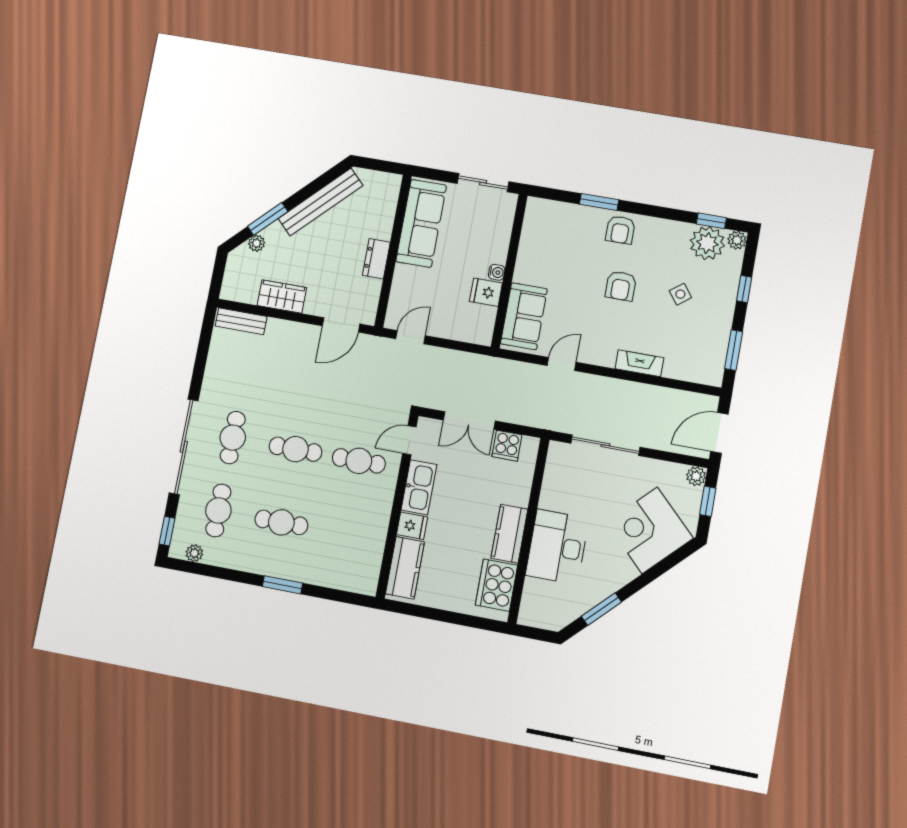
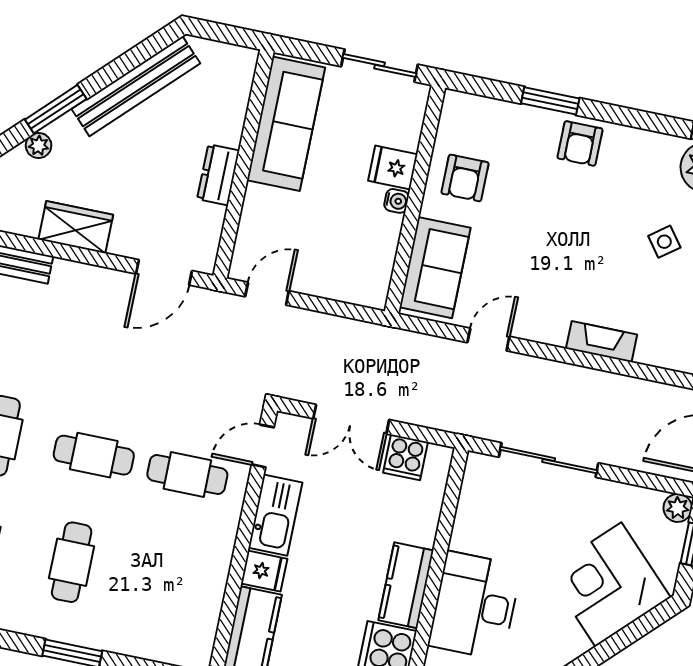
armchair: (621, 286) -> (465, 178), moved
fridge: (486, 292) -> (393, 168), moved
cafe table: (281, 522) -> (72, 562), turned 90

